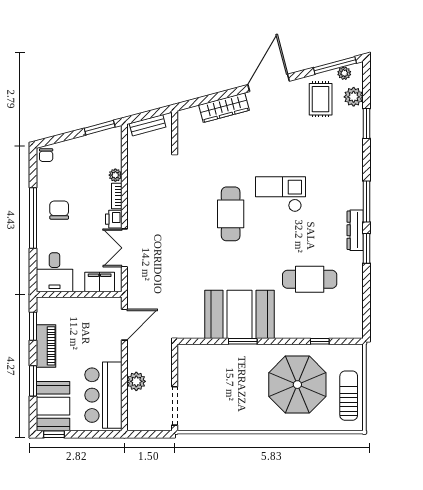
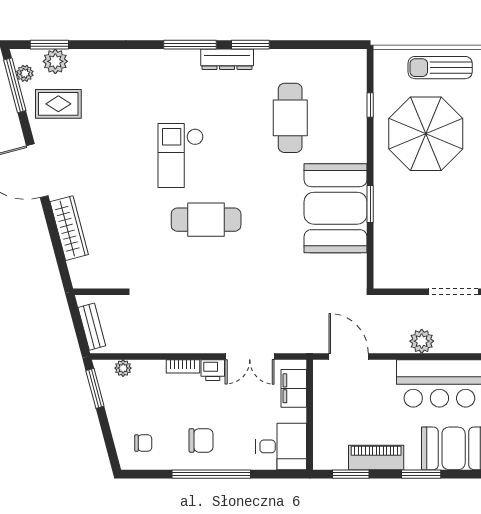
window: (367, 124) -> (49, 45), moved
chair: (46, 155) -> (143, 443), moved
plant: (115, 175) -> (123, 368), moved
chair: (59, 210) -> (201, 440), turned 180

